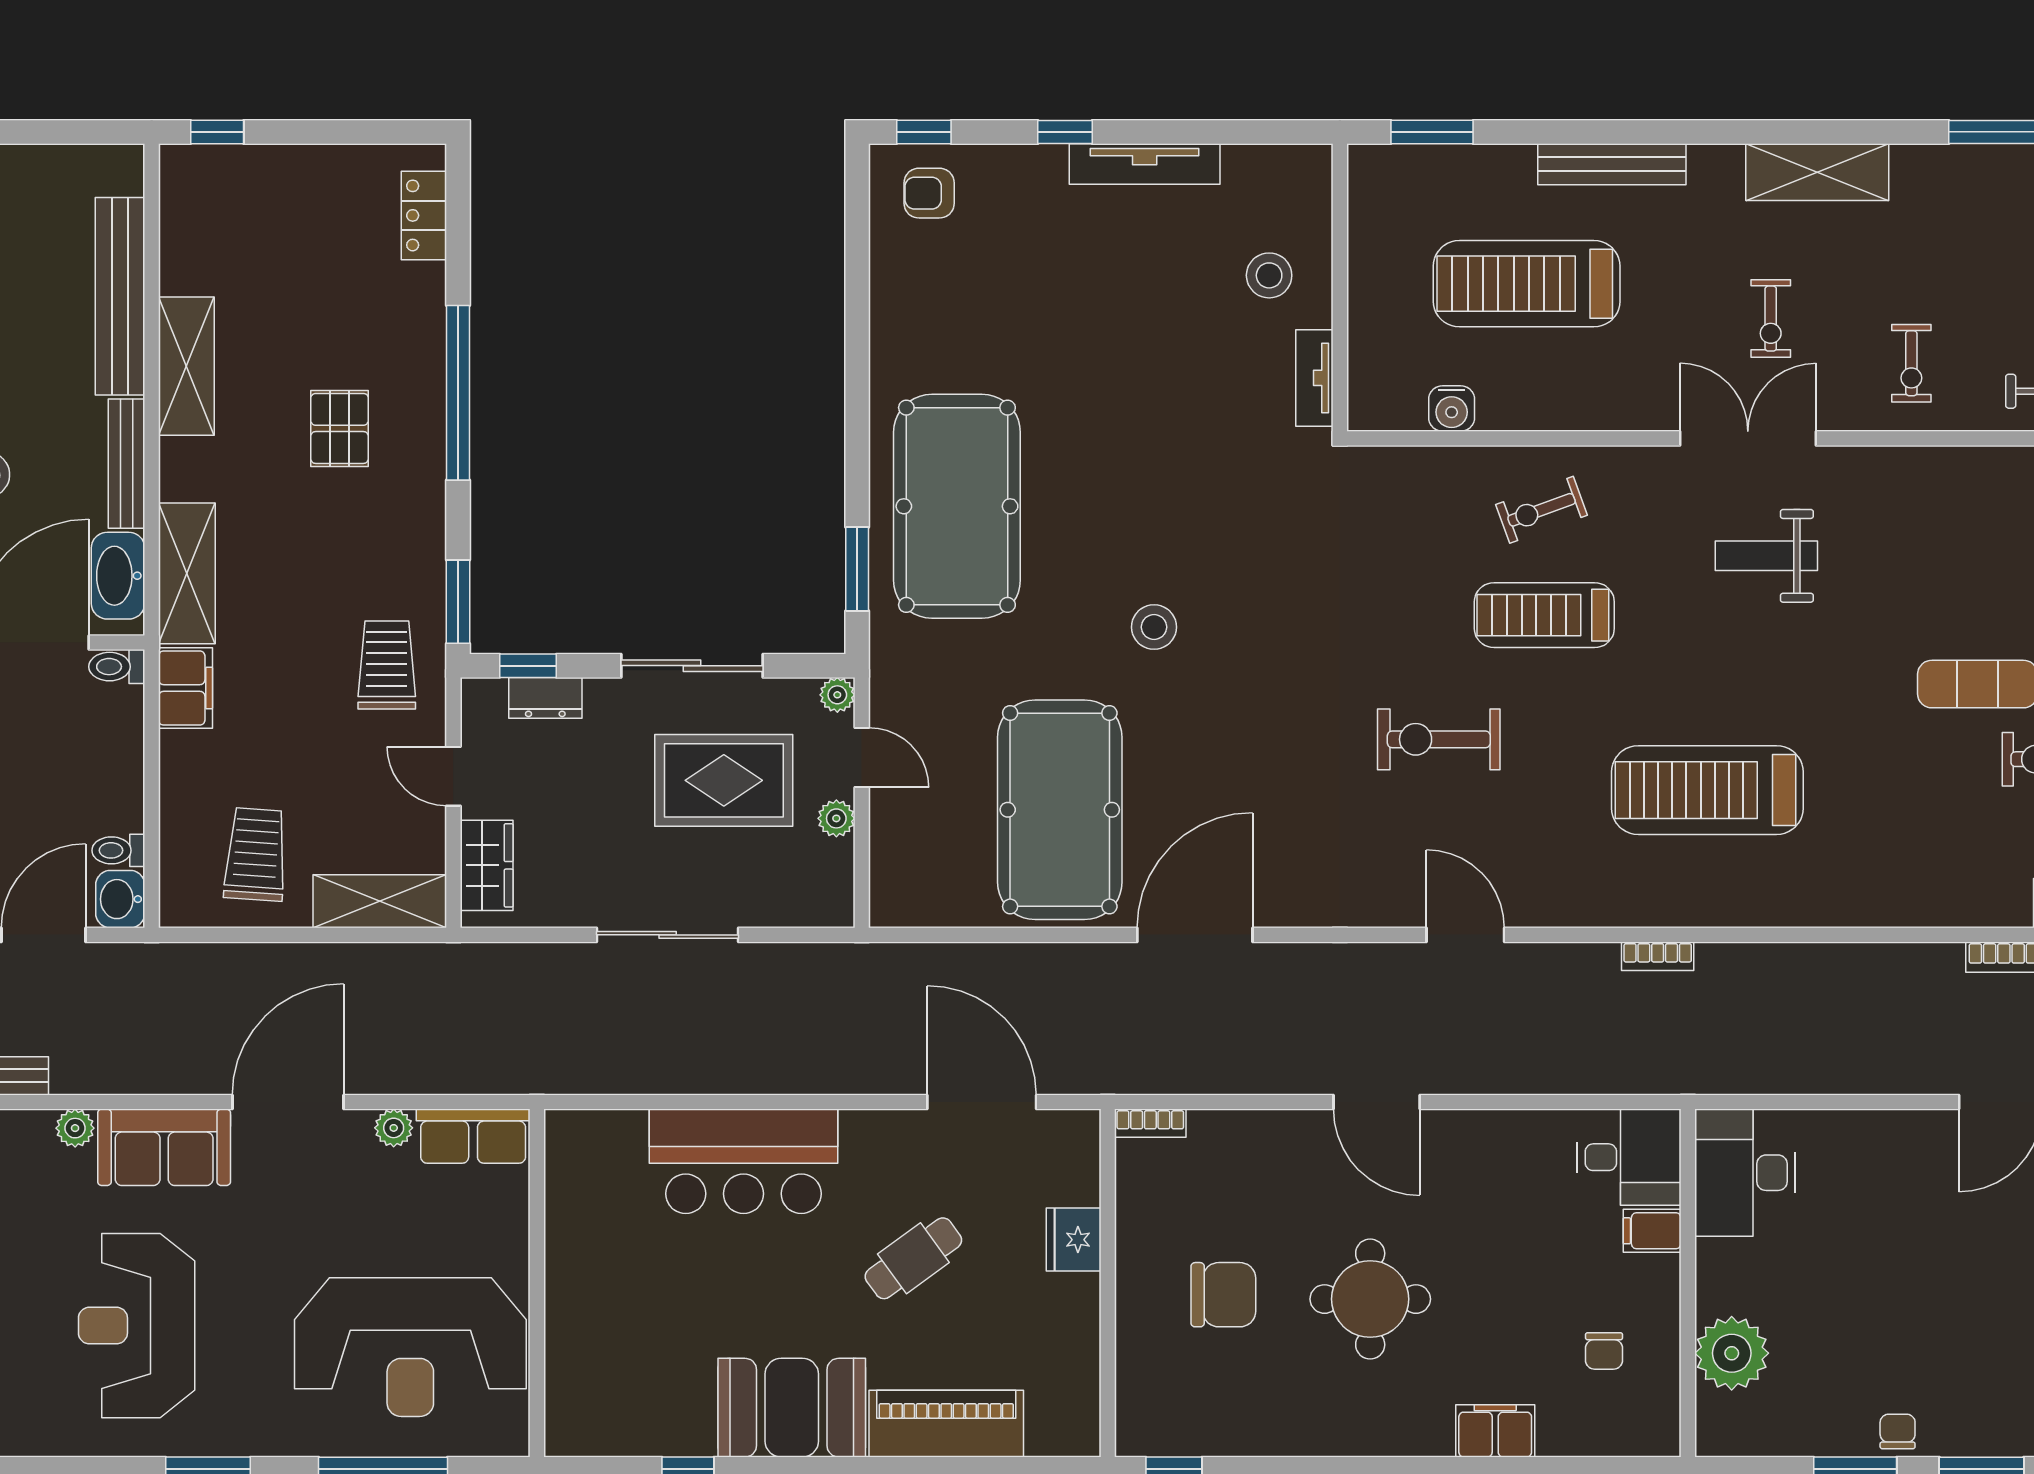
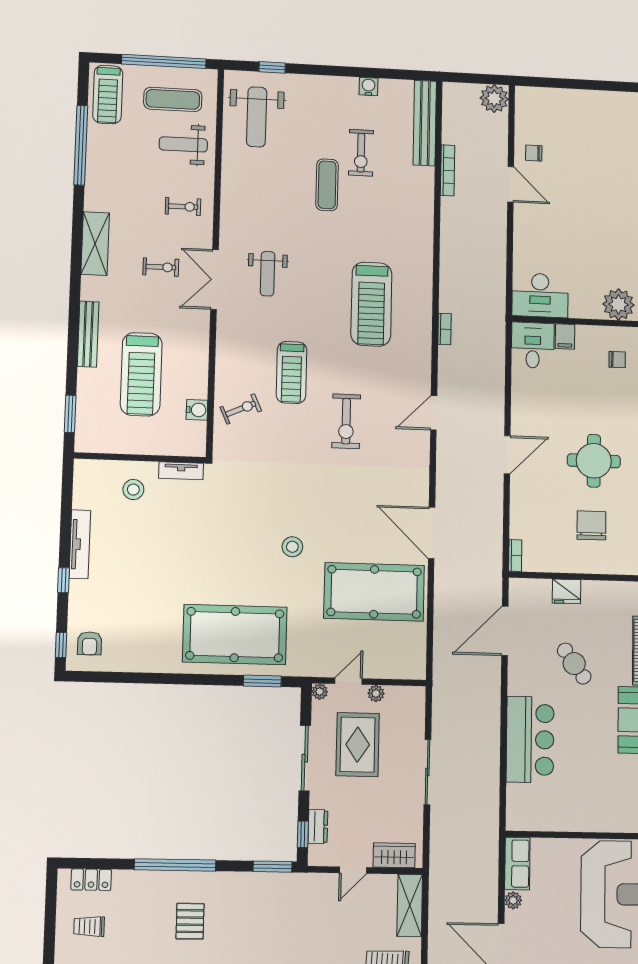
pallet: (340, 428) -> (190, 921), turned 90
exercise bike: (1541, 510) -> (241, 409), moved, turned -94
trolley: (387, 665) -> (89, 927), moved, width x0.73, depth x0.72

